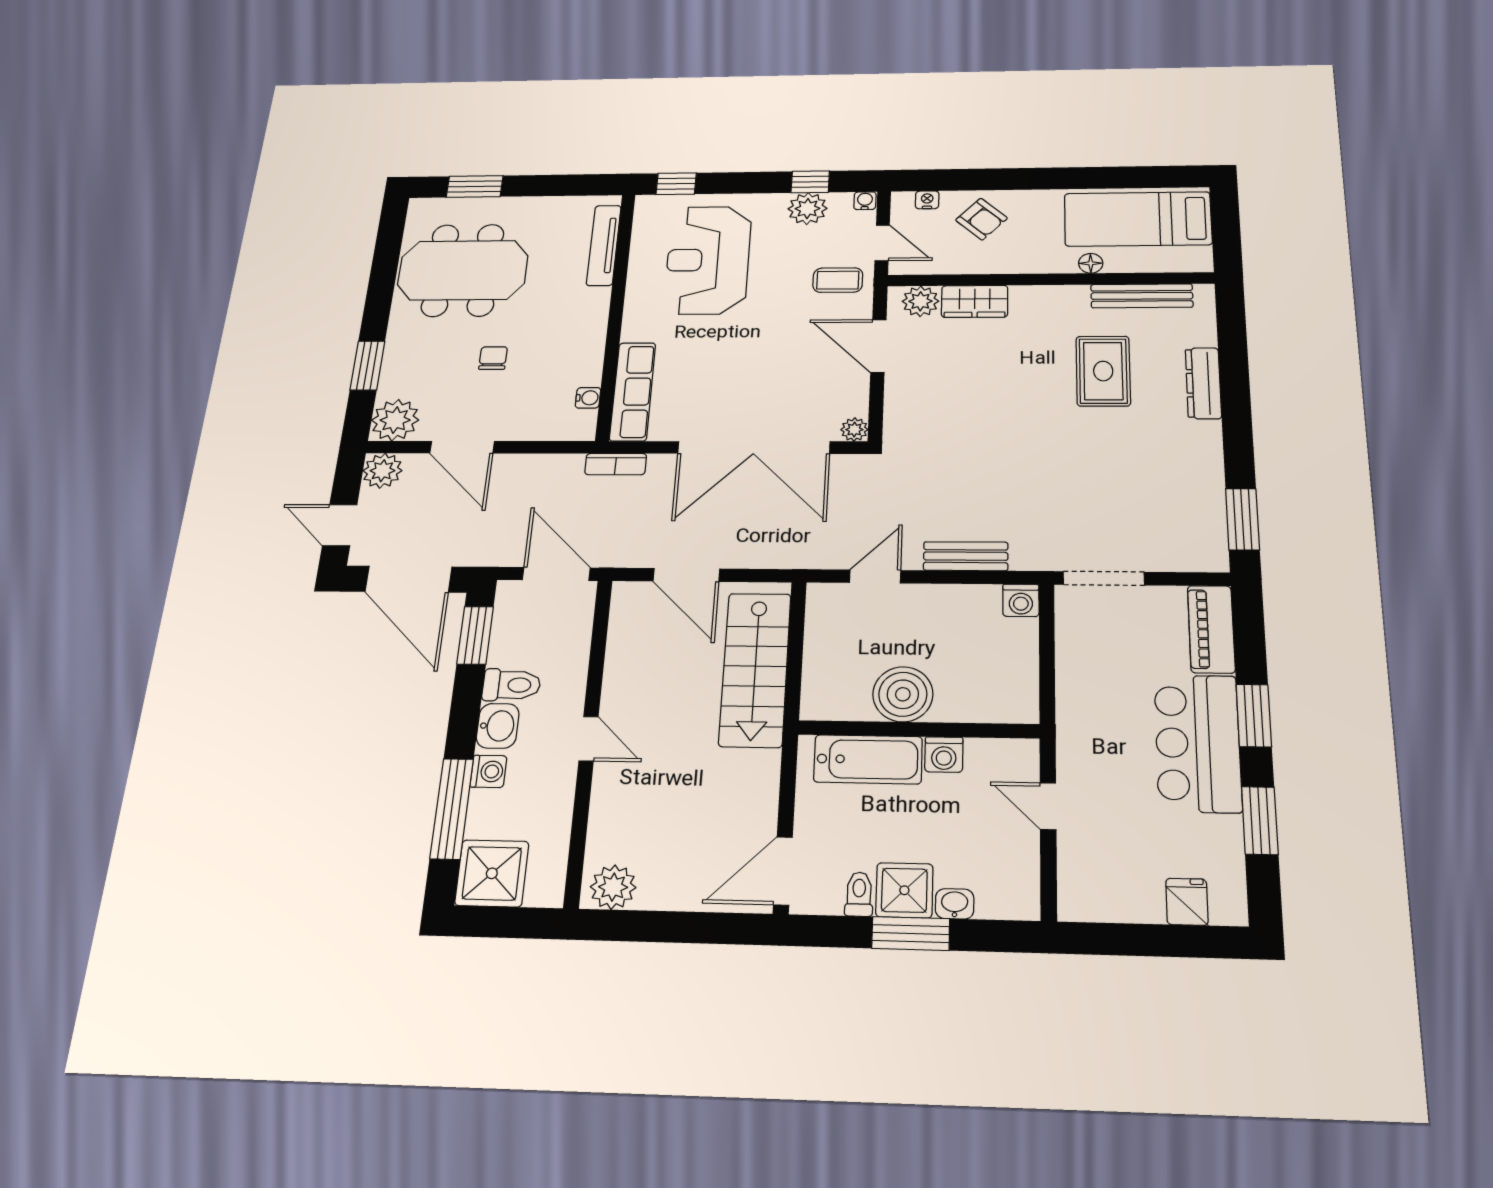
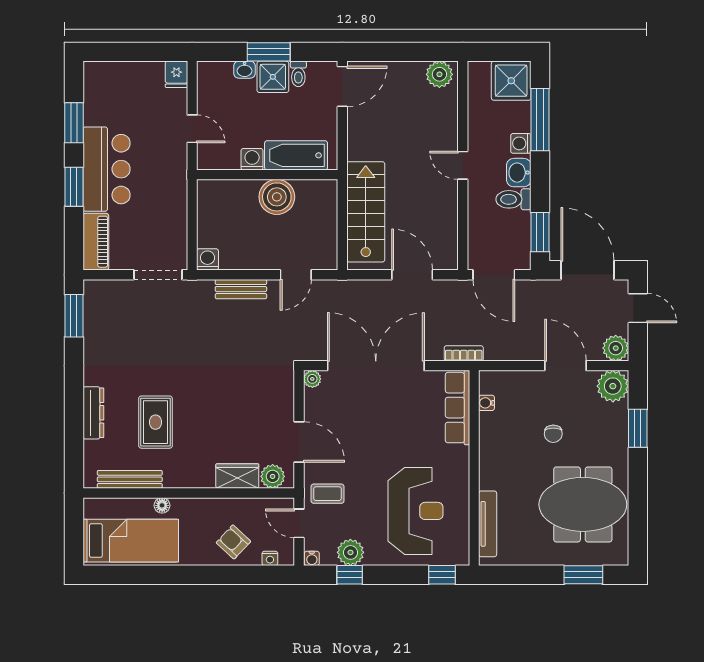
fridge: (1187, 902) -> (176, 74), moved

